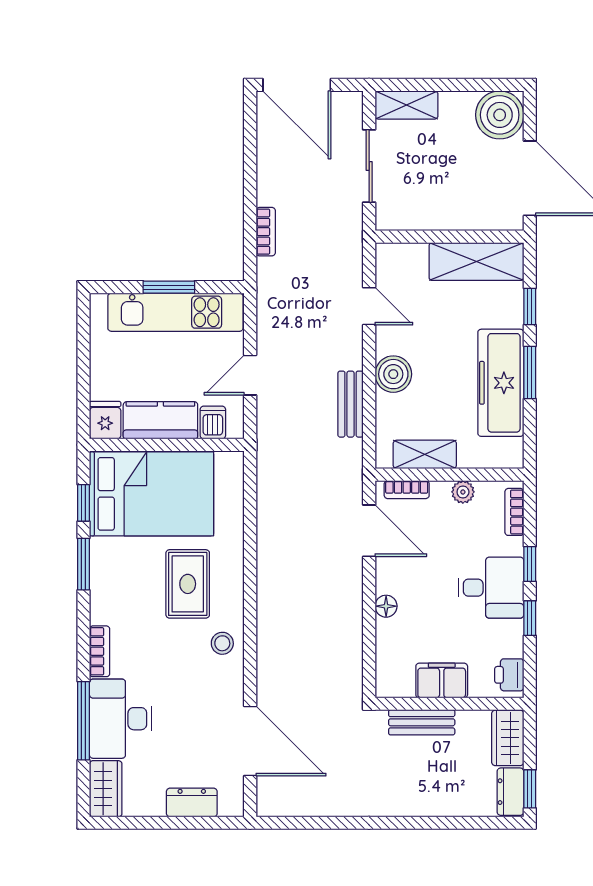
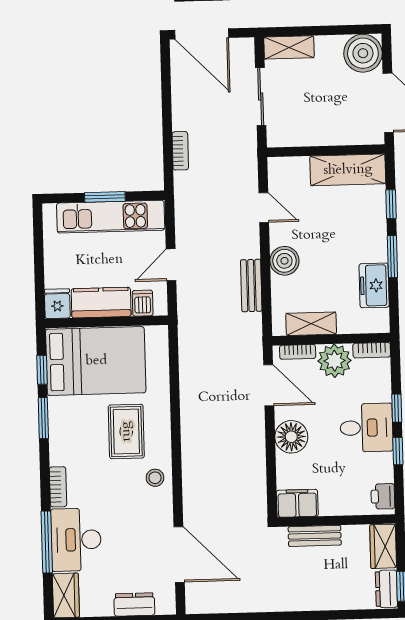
freezer: (501, 383) -> (374, 285), width x0.52, depth x0.79
plant: (463, 492) -> (335, 361), width x1.87, depth x1.87
bookcase: (514, 512) -> (372, 350), moved, turned -90
floor lamp: (386, 606) -> (291, 437), width x1.89, depth x1.89
filing cabinet: (442, 680) -> (297, 503), moved

